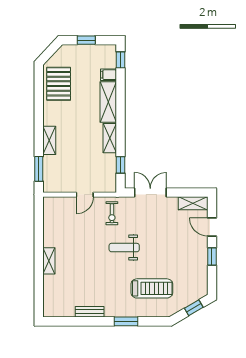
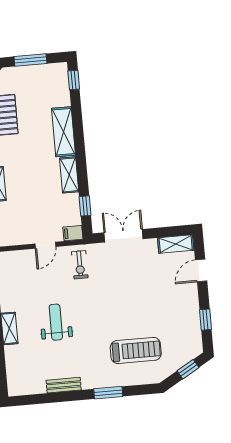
window: (86, 40) -> (30, 60), width x1.50
filing cabinet: (108, 75) -> (73, 233), moved
door: (212, 227) -> (201, 270), hinge flipped
weight bench: (124, 248) -> (56, 322), moved, turned 90
window: (212, 257) -> (205, 320), moved

